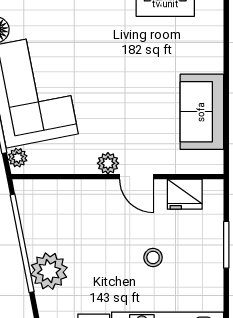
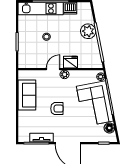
armchair: (127, 78) -> (57, 109), added
door: (136, 177) -> (53, 69), hinge flipped
fridge: (185, 194) -> (71, 62), moved

